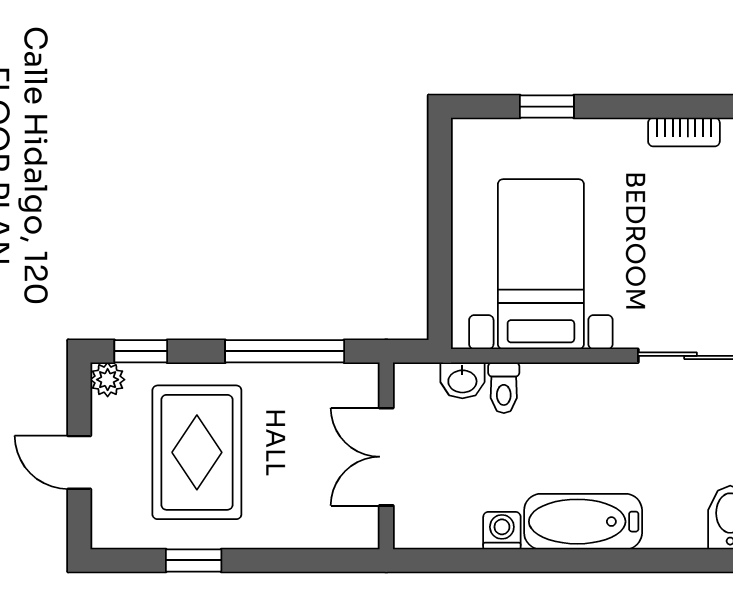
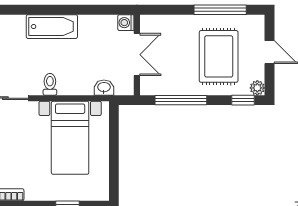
toilet: (504, 388) -> (50, 84), moved
washing machine: (502, 531) -> (126, 23), moved, turned 90
window: (194, 560) -> (220, 10), width x2.17

